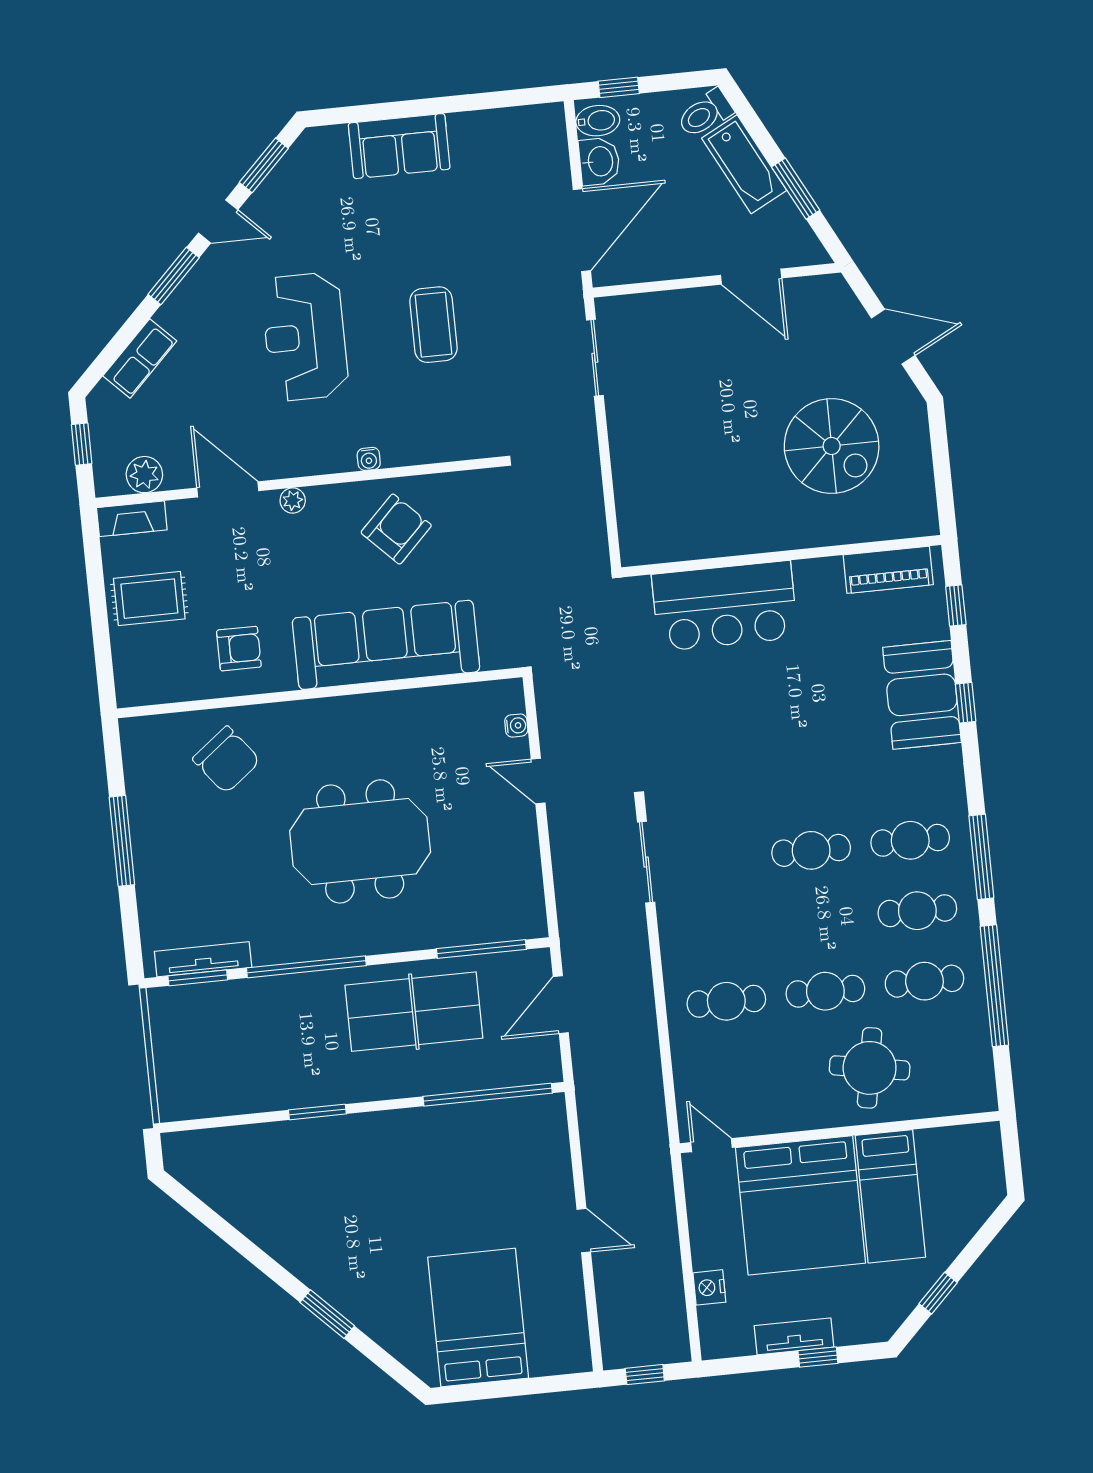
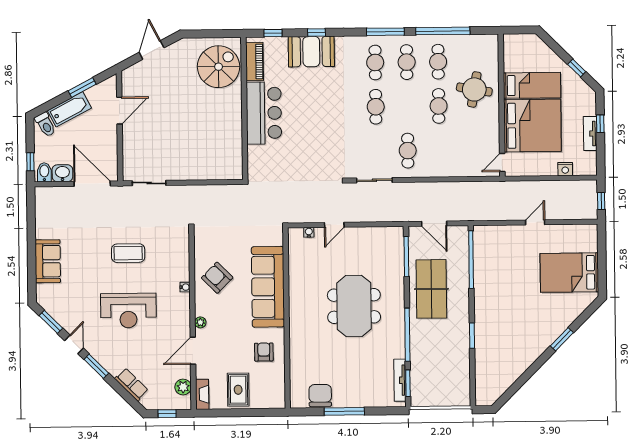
spiral stairs: (832, 446) -> (219, 67), moved
bar counter: (725, 606) -> (264, 113), moved
chair: (226, 760) -> (320, 395), moved, turned -52
cafe table: (726, 1001) -> (408, 151), moved

